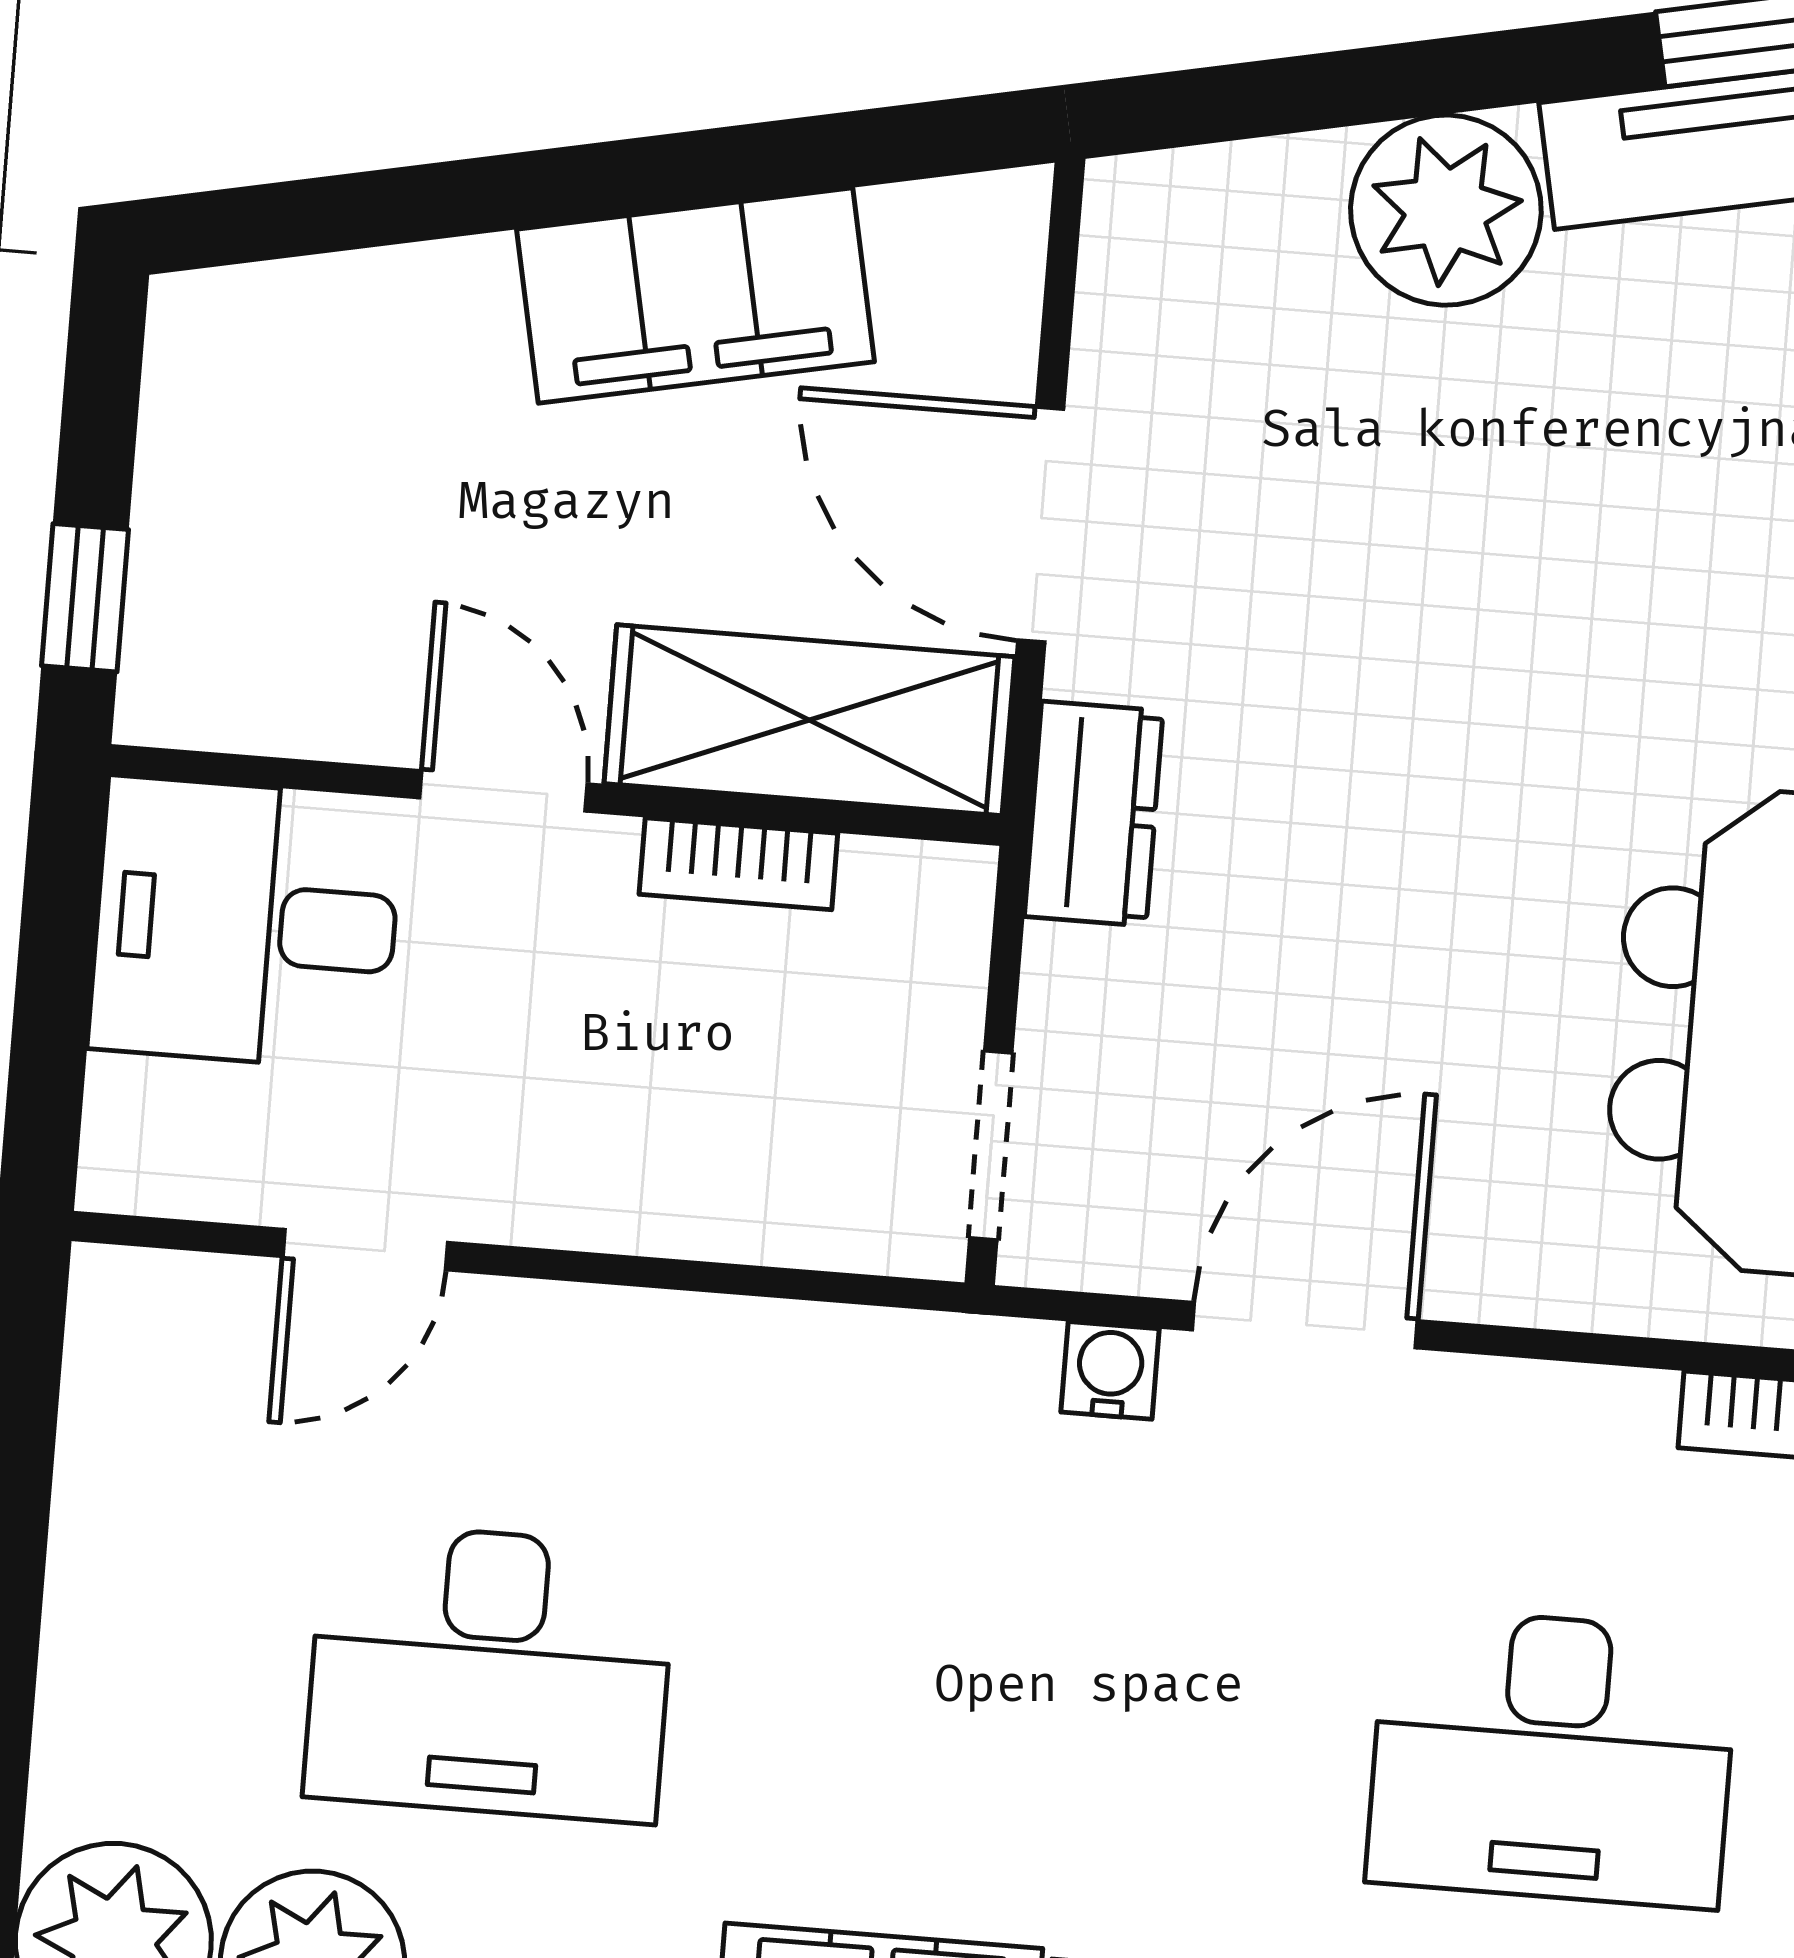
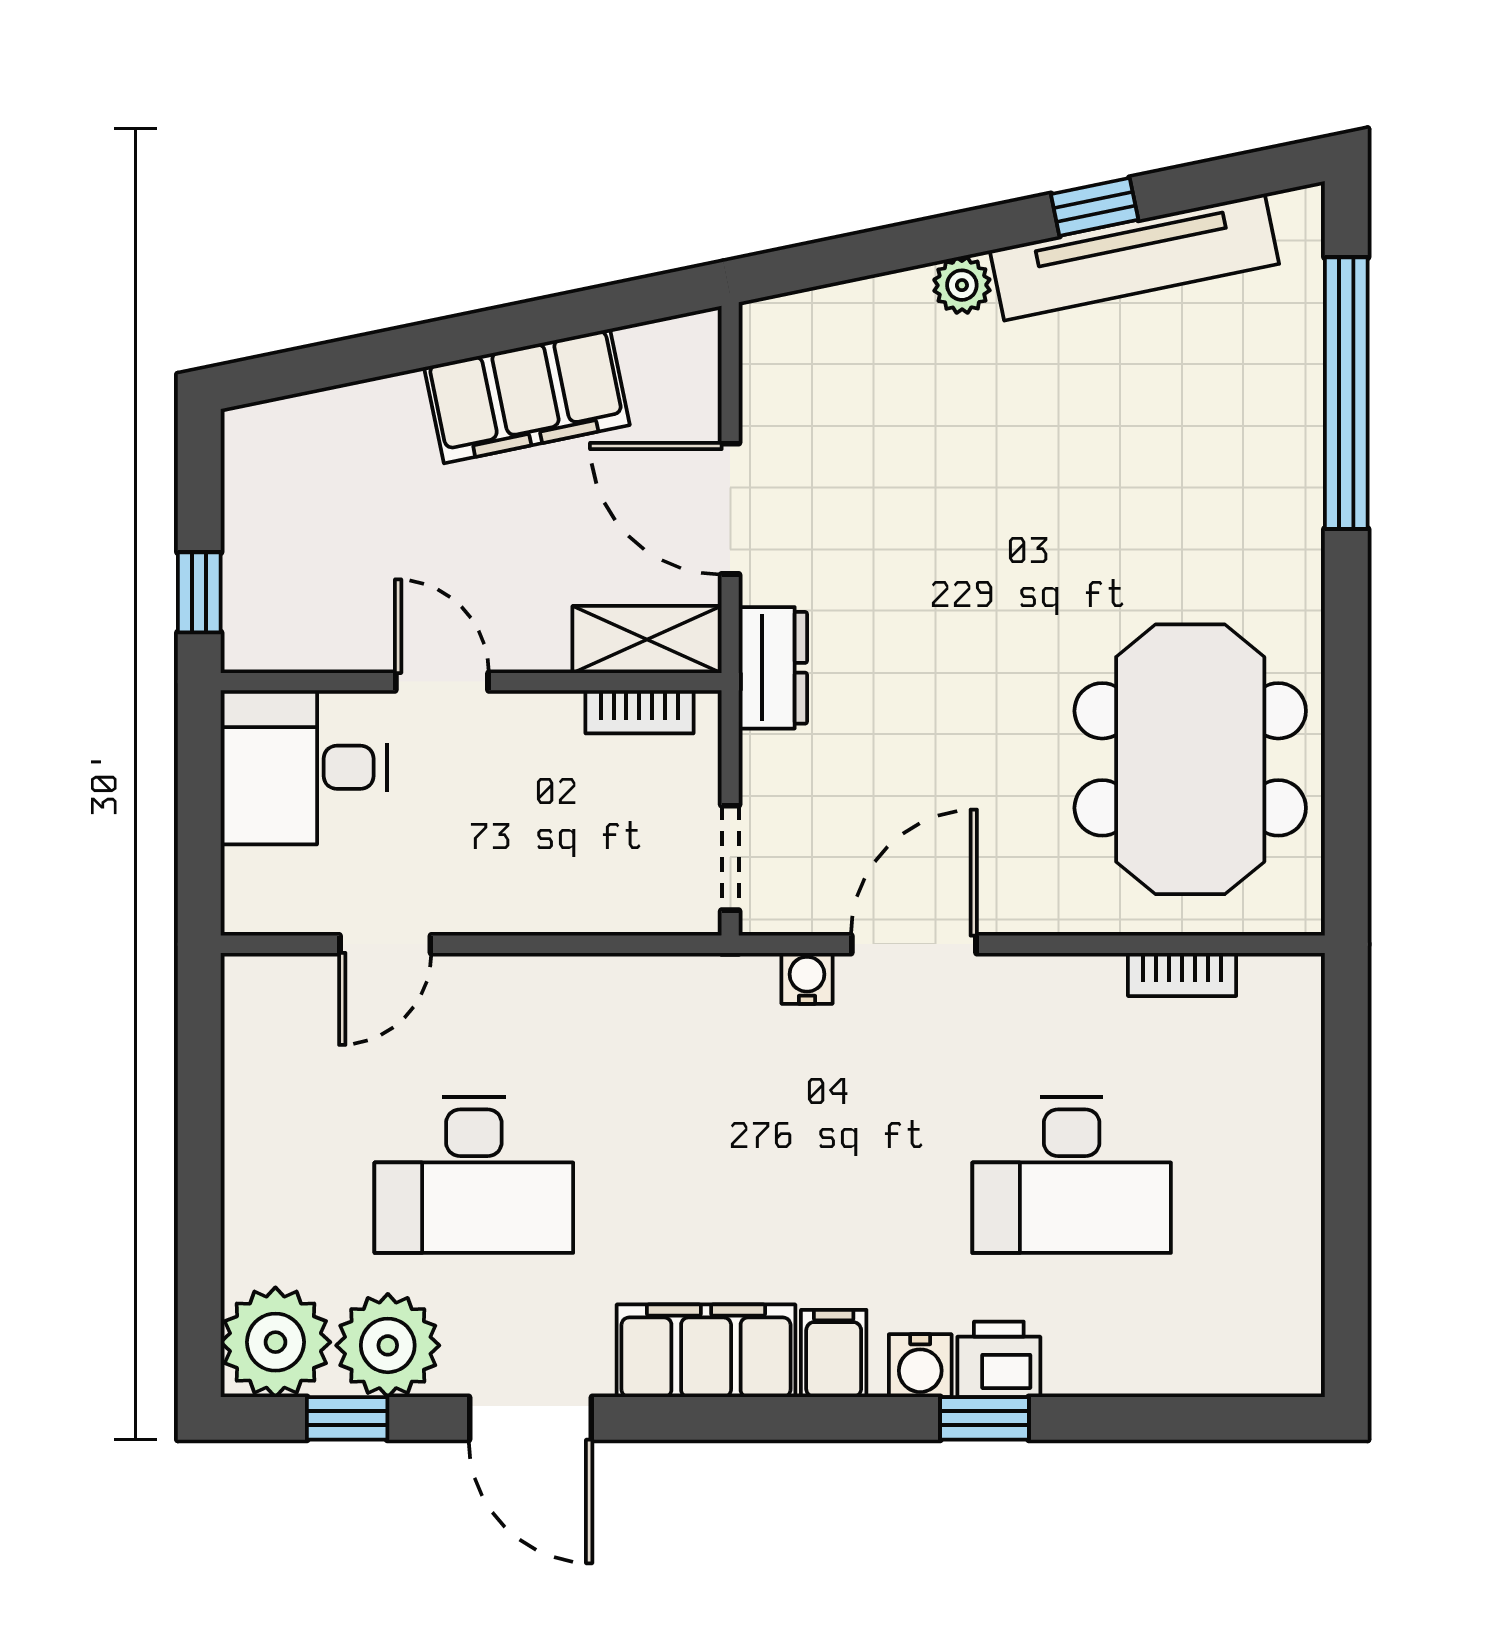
plant: (1446, 210) -> (962, 285), width x0.53, depth x0.53
shelving: (809, 720) -> (647, 640), width x0.67, depth x0.75
bookcase: (738, 864) -> (639, 712), moved

